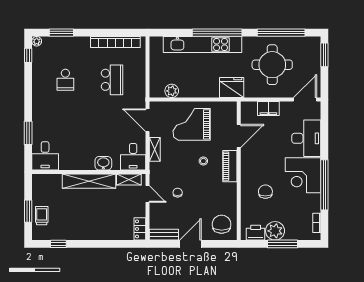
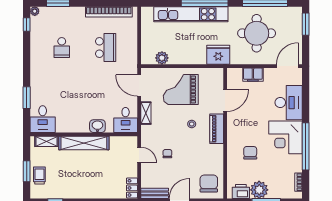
shelving: (129, 179) -> (46, 141), moved

